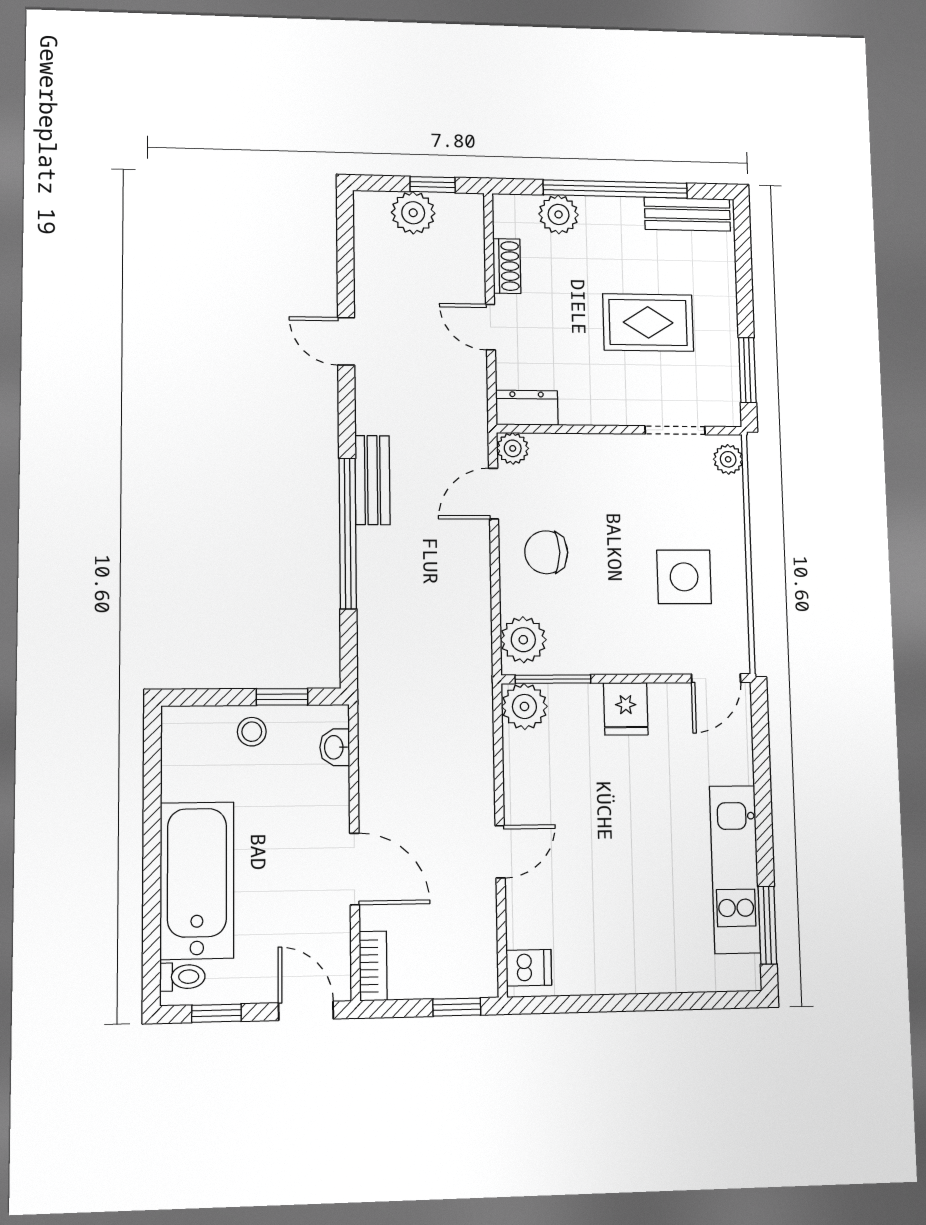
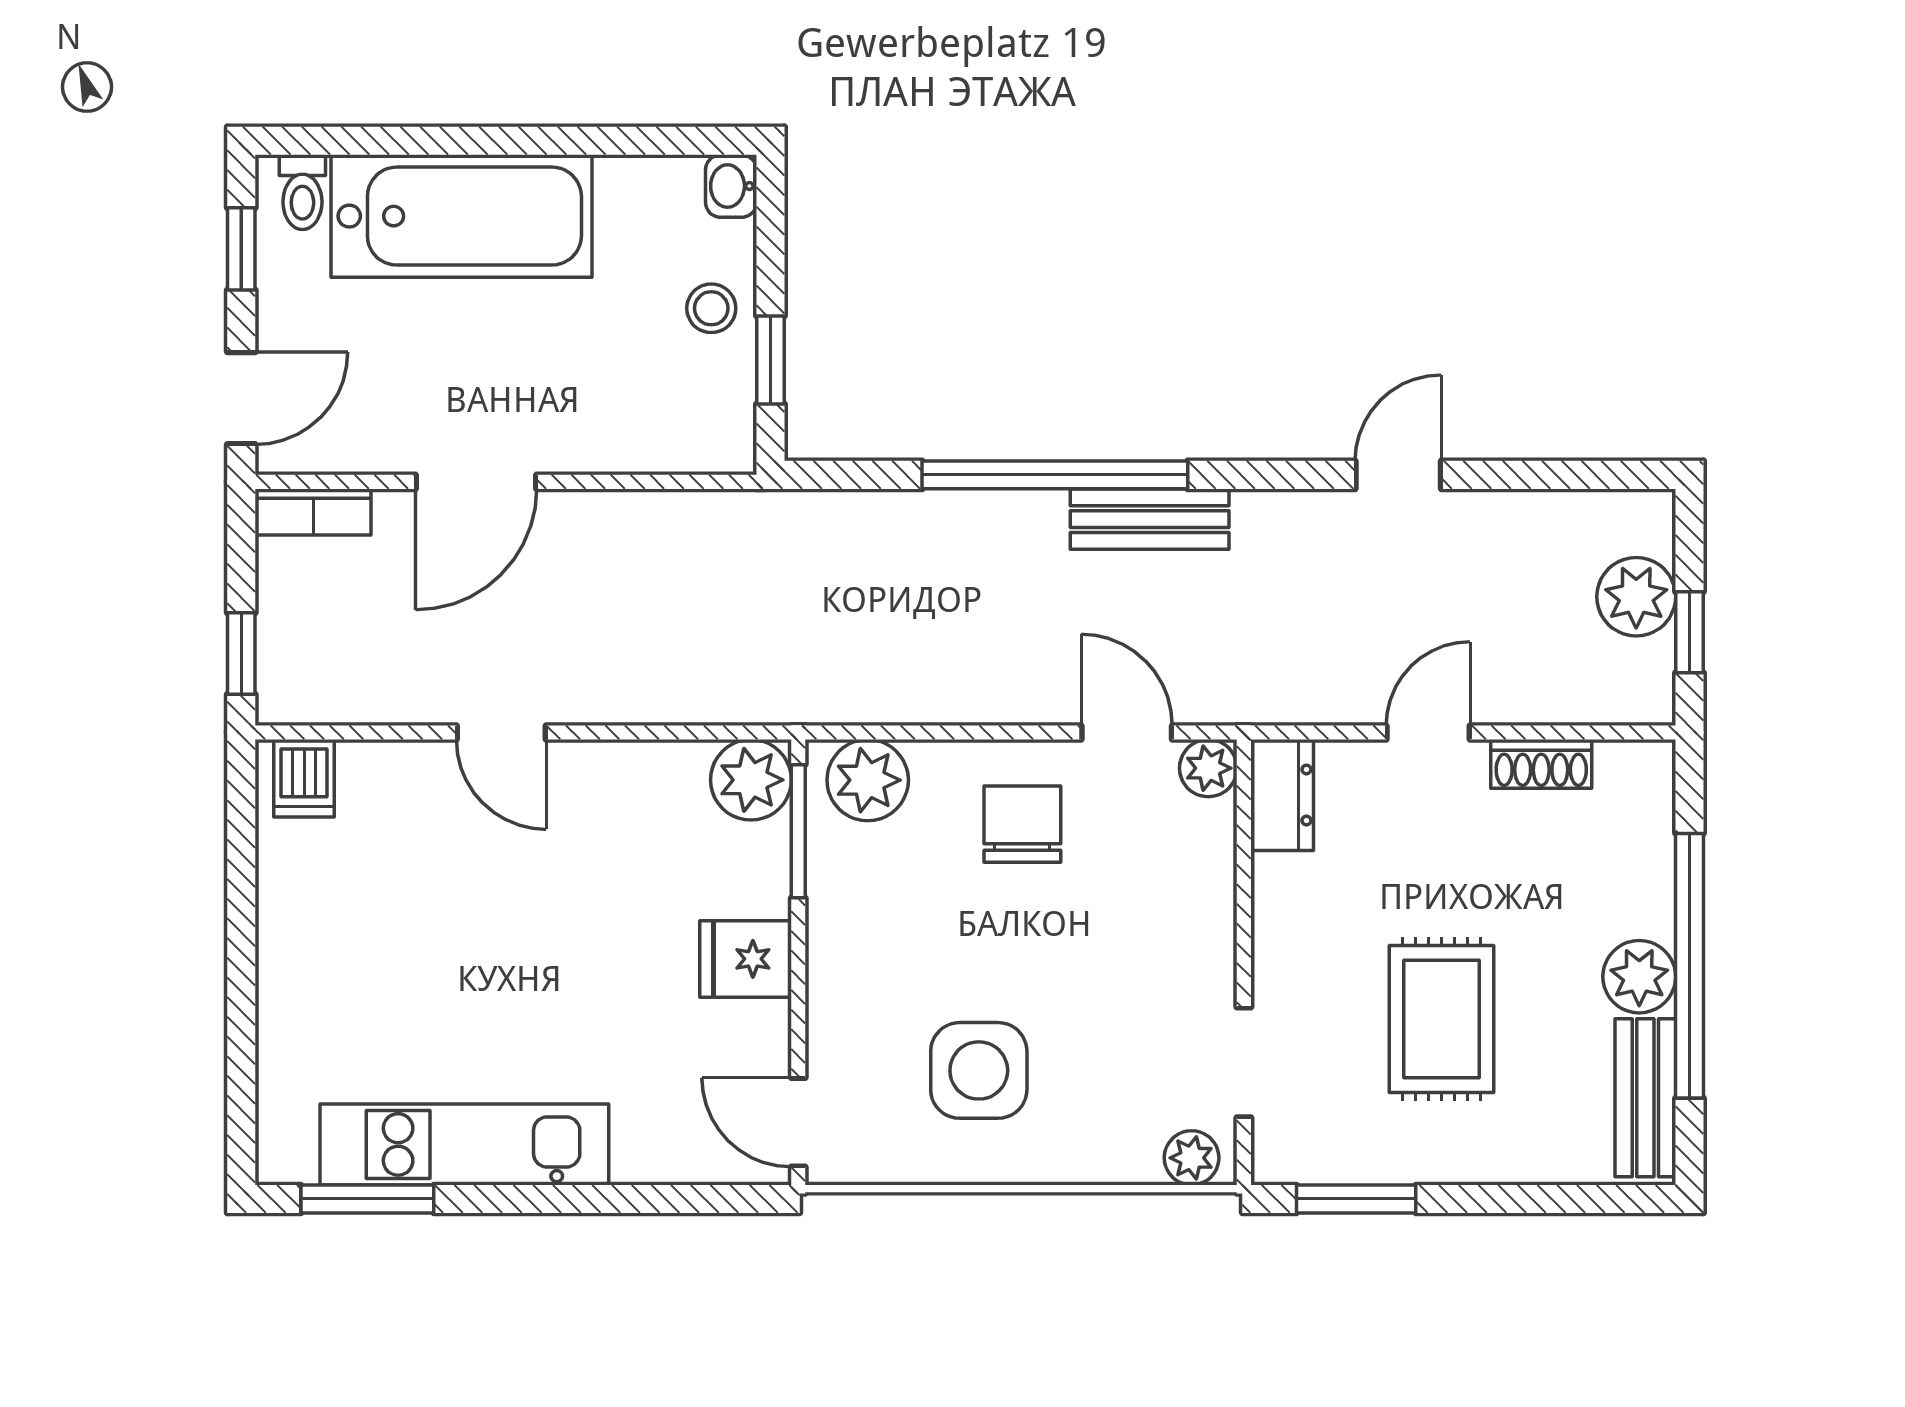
plant: (559, 214) -> (1639, 977), moved
washbasin: (335, 747) -> (731, 186), moved, turned -90

